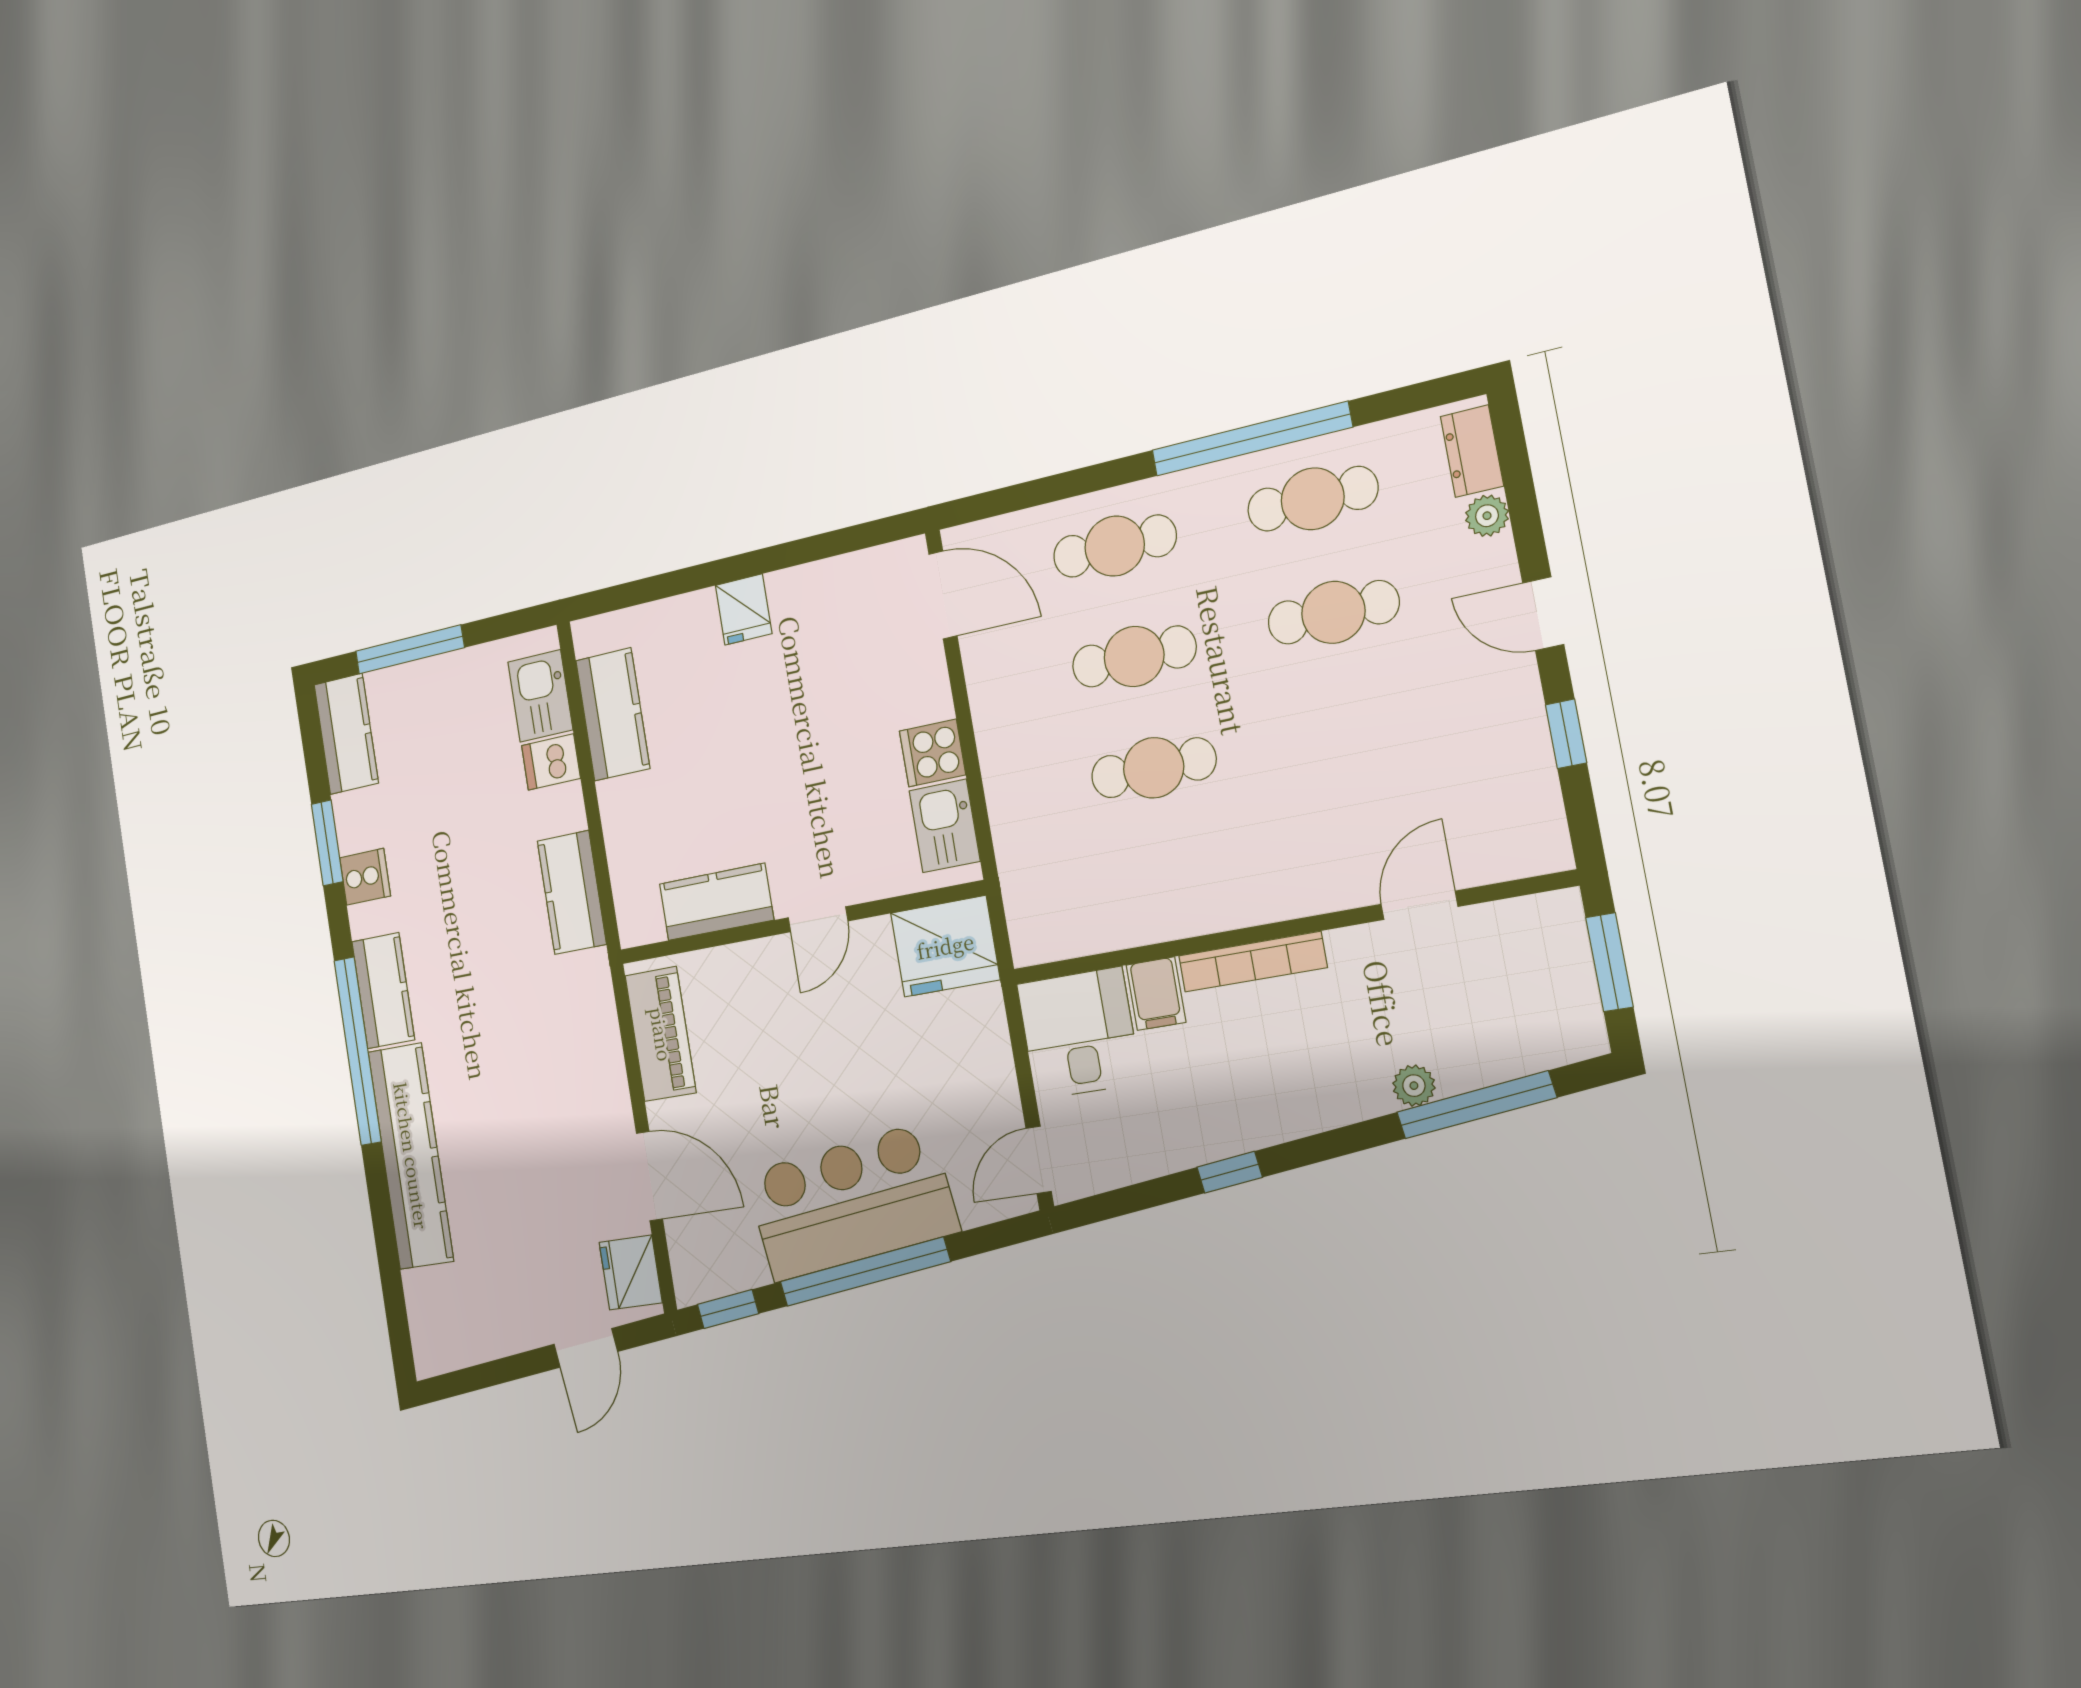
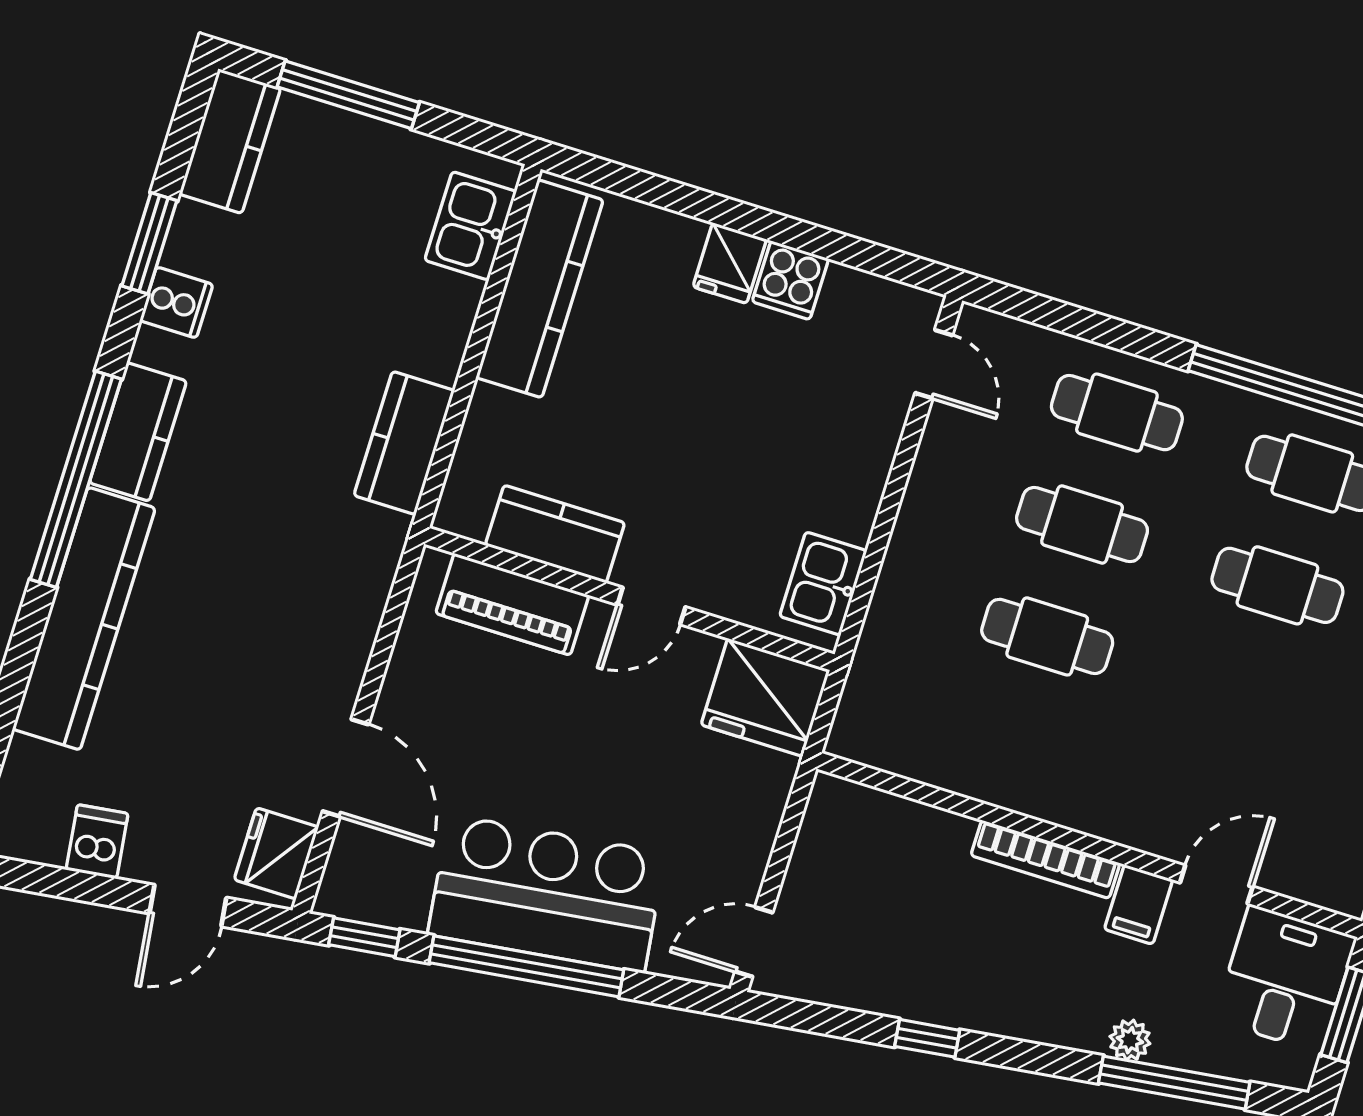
door: (943, 595) -> (934, 364), width x0.73
kitchen counter: (613, 714) -> (540, 289), width x1.50
cooker: (932, 753) -> (790, 280), moved, turned -90
dishwasher: (551, 762) -> (97, 842), moved, turned 83
filing cabinet: (1156, 994) -> (1139, 905), moved
desk: (1079, 1033) -> (1285, 979), moved
piano: (661, 1034) -> (512, 604), moved, turned 90

